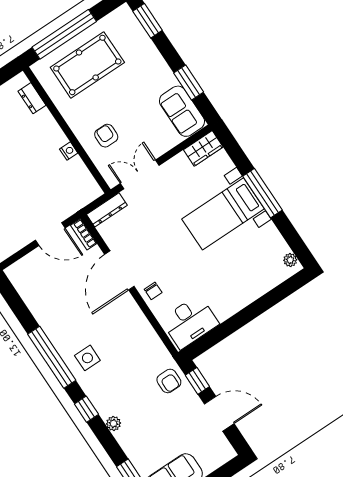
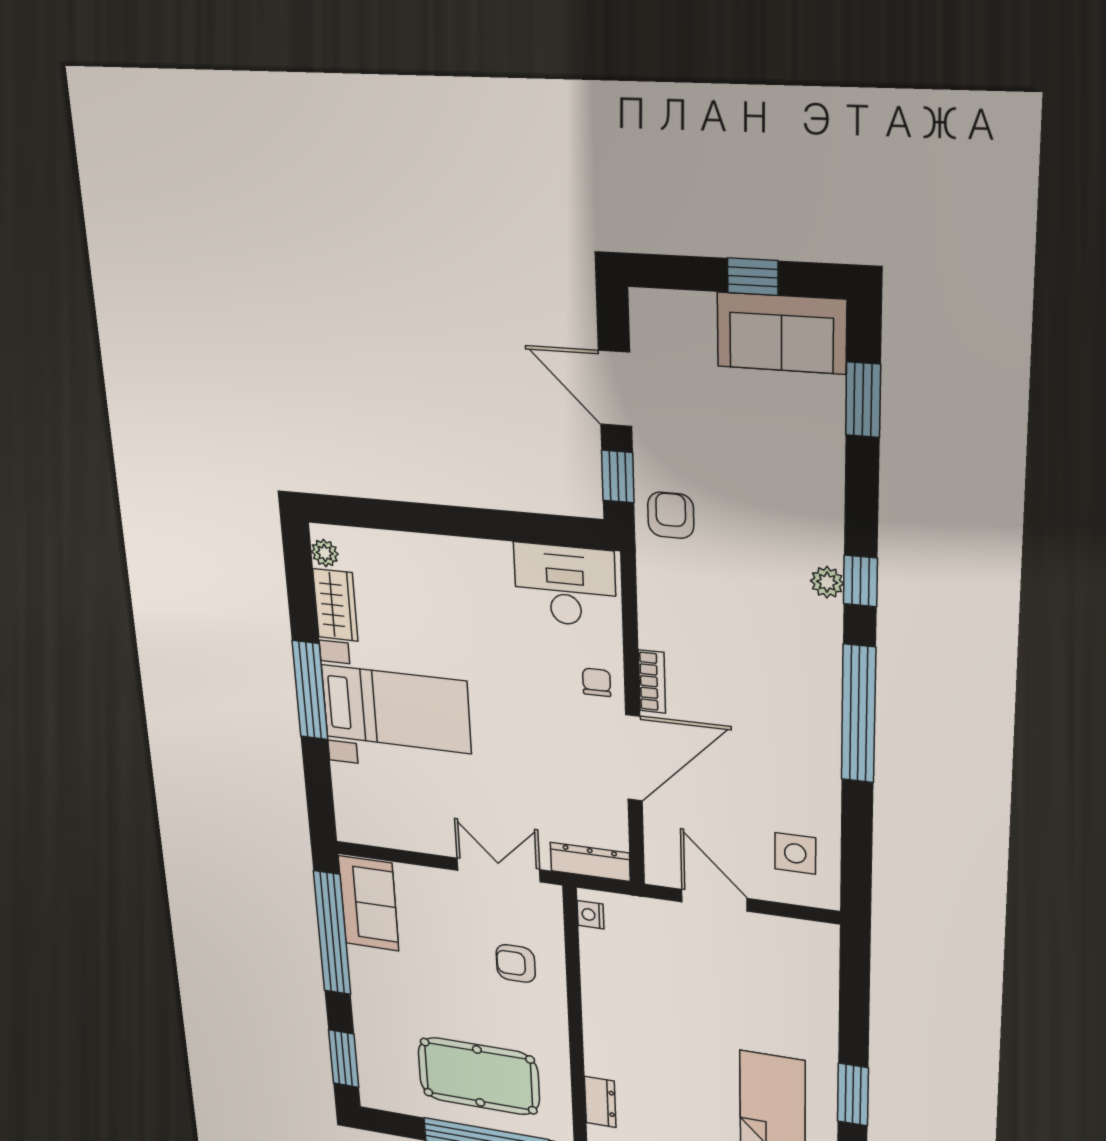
window: (189, 82) -> (332, 933), width x2.11
armchair: (106, 136) -> (516, 963), turned 90
wardrobe: (203, 148) -> (335, 605), moved, turned 90
nightstand: (69, 151) -> (591, 915), moved
double door: (140, 174) -> (498, 870), swing flipped
bookcase: (84, 234) -> (652, 682), moved
side table: (87, 358) -> (795, 853), moved
plant: (113, 423) -> (827, 582), moved

